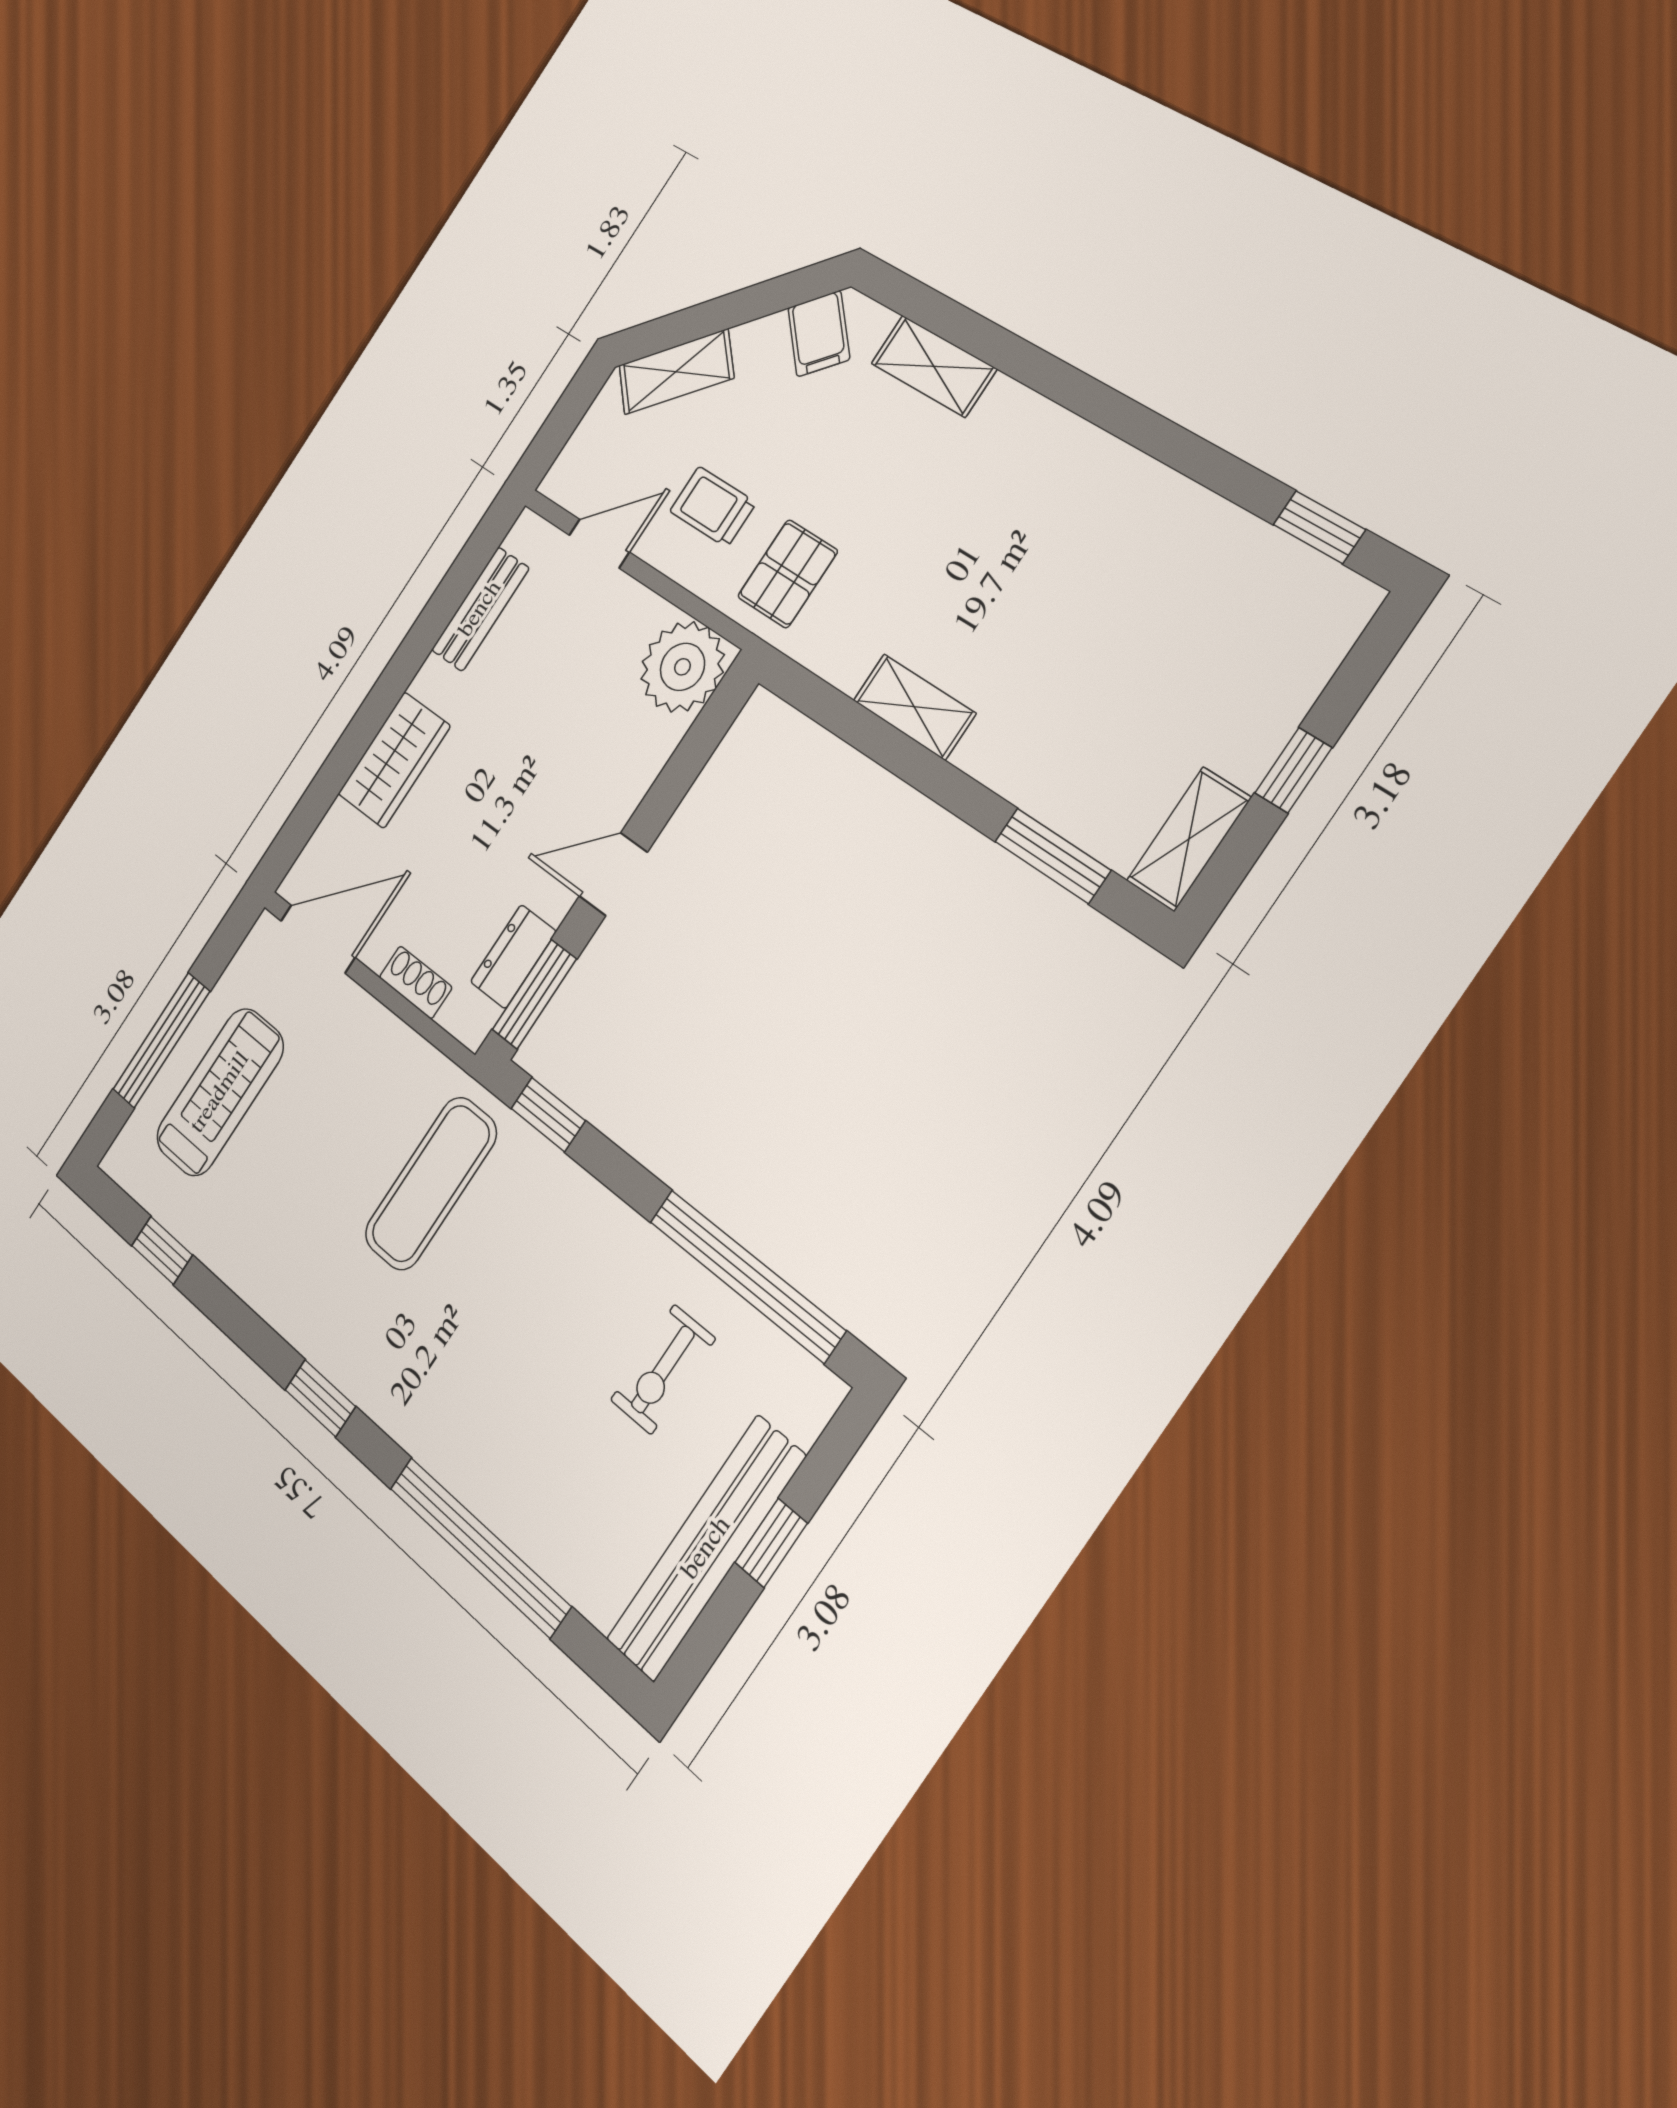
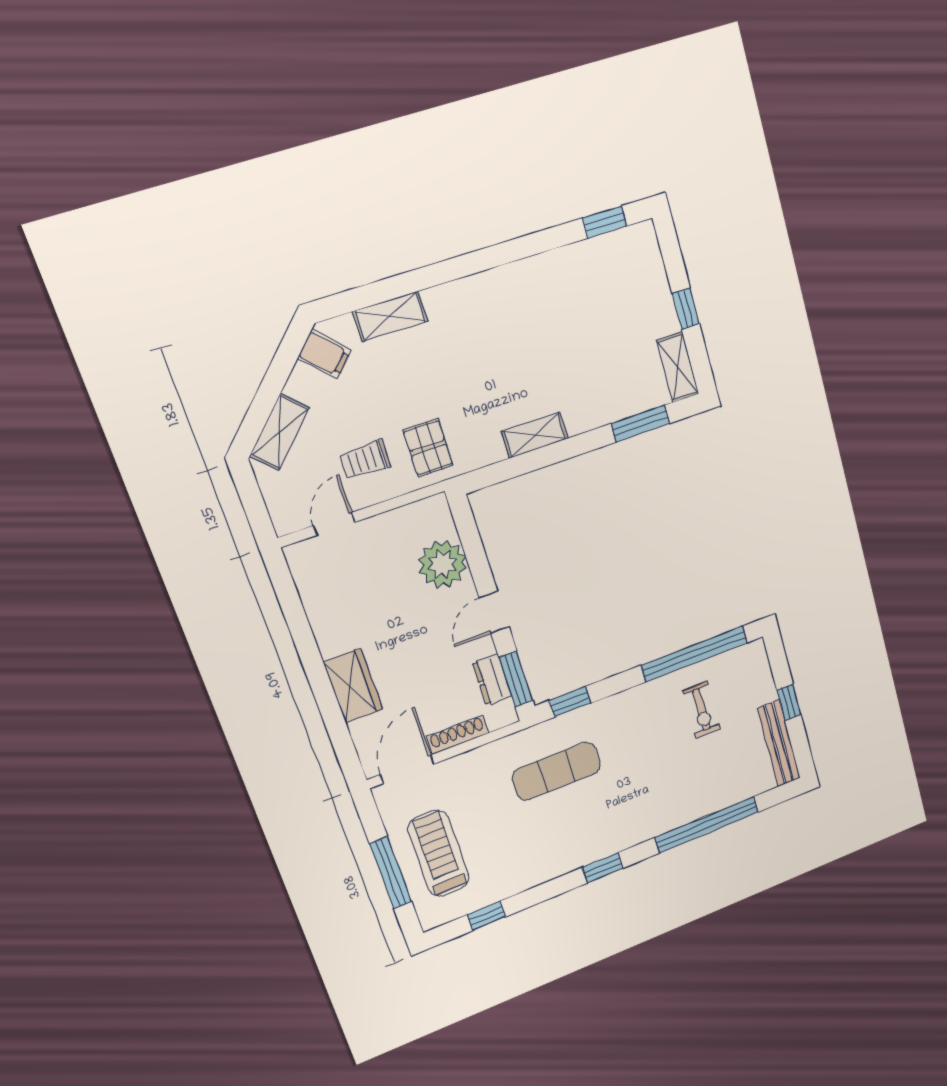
bench: (480, 609) -> (315, 601), removed
plant: (682, 667) -> (442, 564), moved
shoe rack: (416, 982) -> (458, 735), width x1.43
exercise mat: (431, 1184) -> (557, 771), turned 90
bench: (706, 1548) -> (779, 743), width x0.73, depth x0.82

